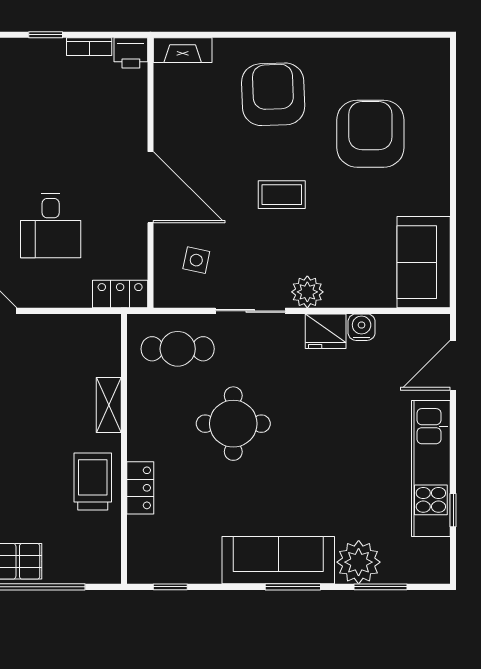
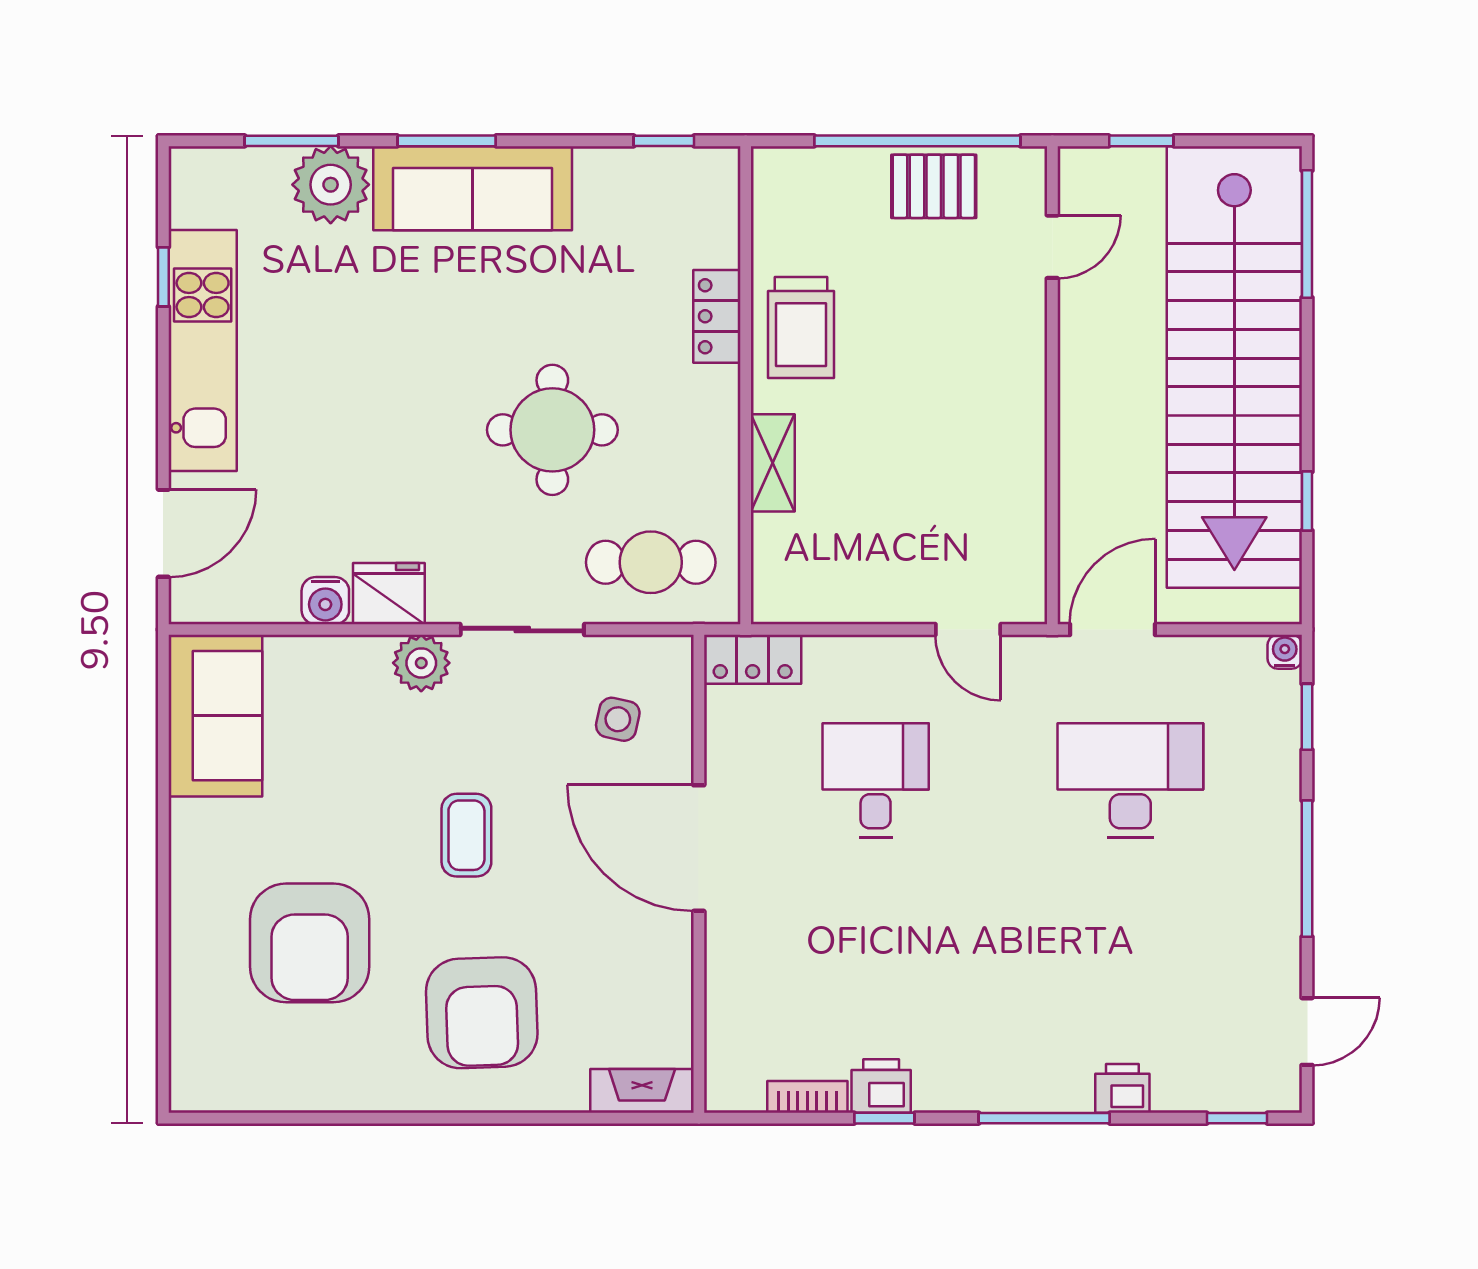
printer: (131, 53) -> (881, 1086), moved
coffee table: (282, 195) -> (466, 835), turned 90

